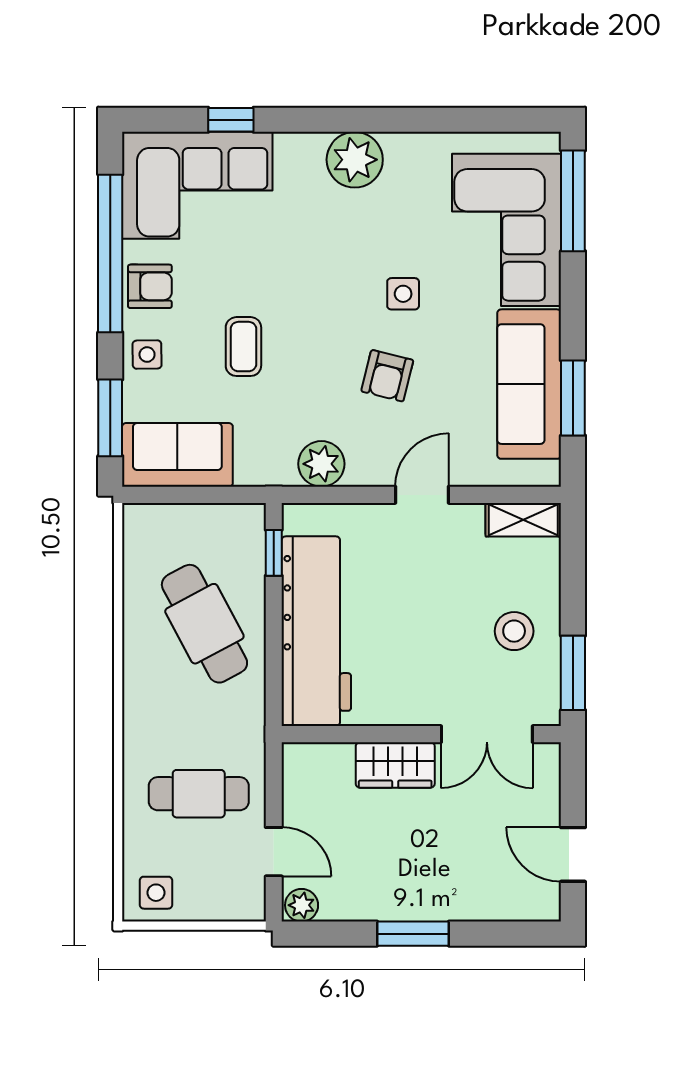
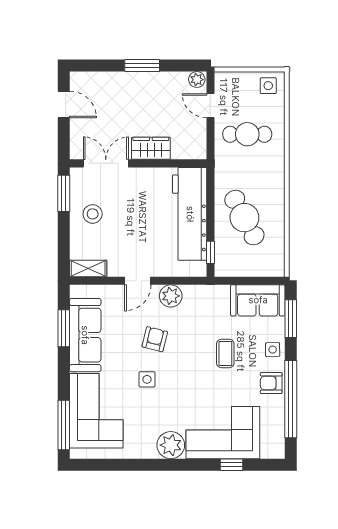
corner sofa: (197, 185) -> (223, 433), moved
plant: (321, 464) -> (171, 296), moved

